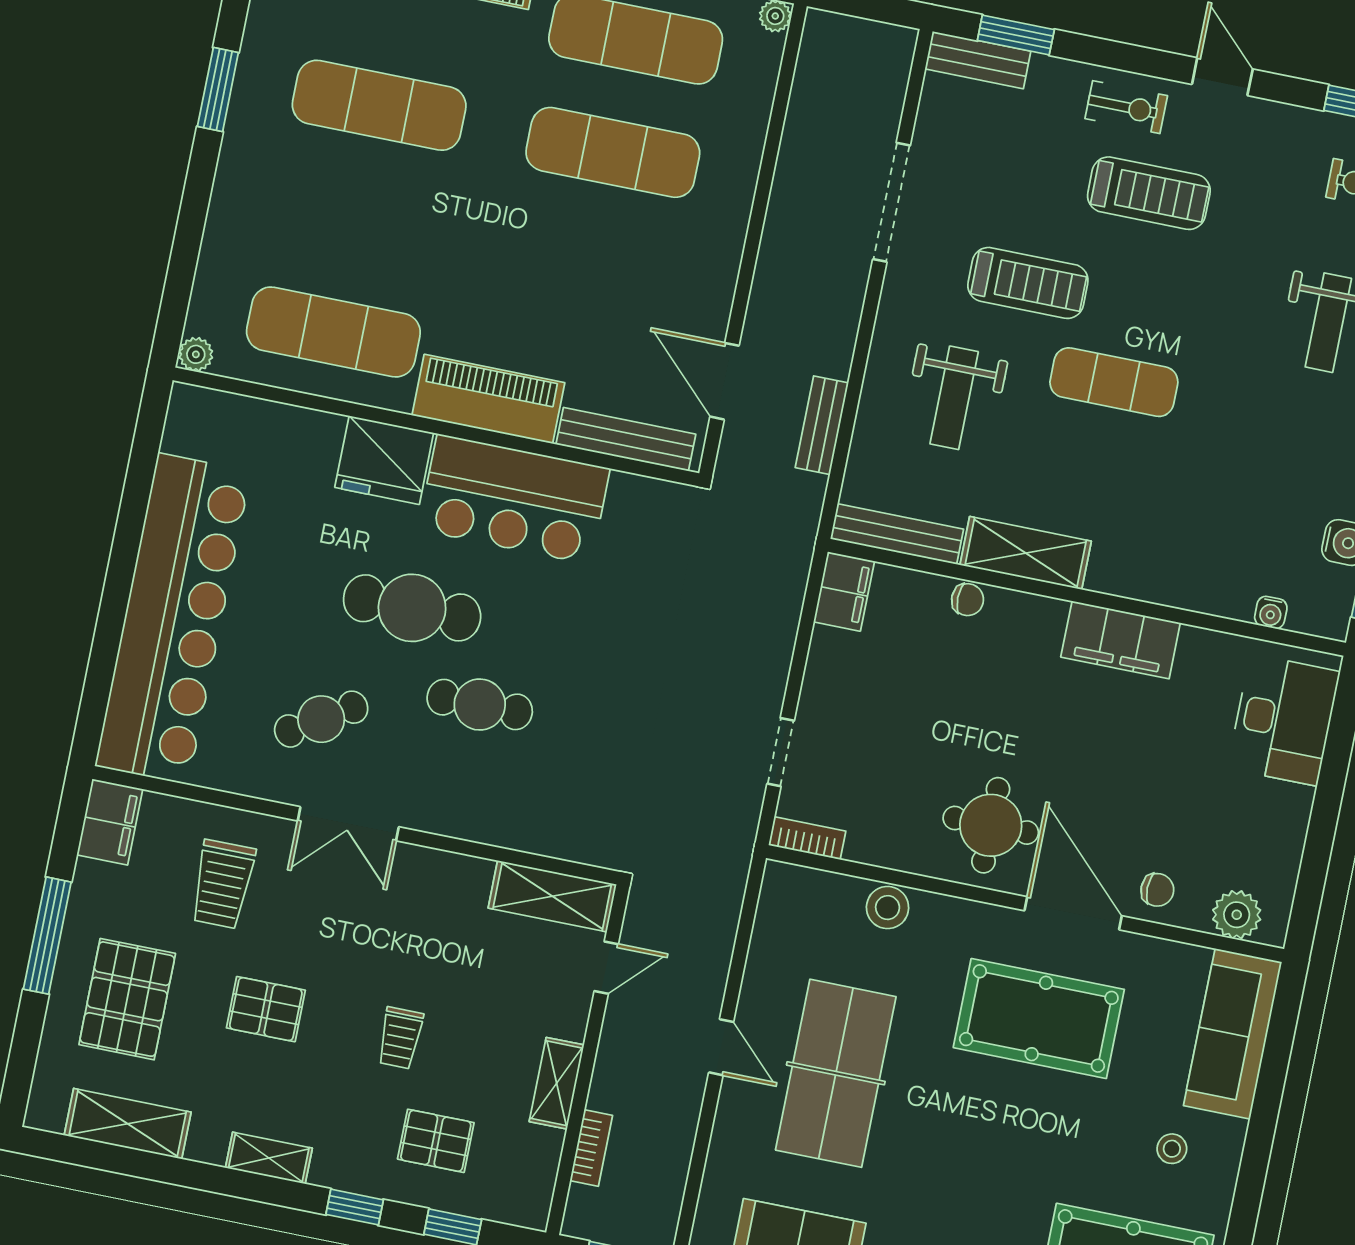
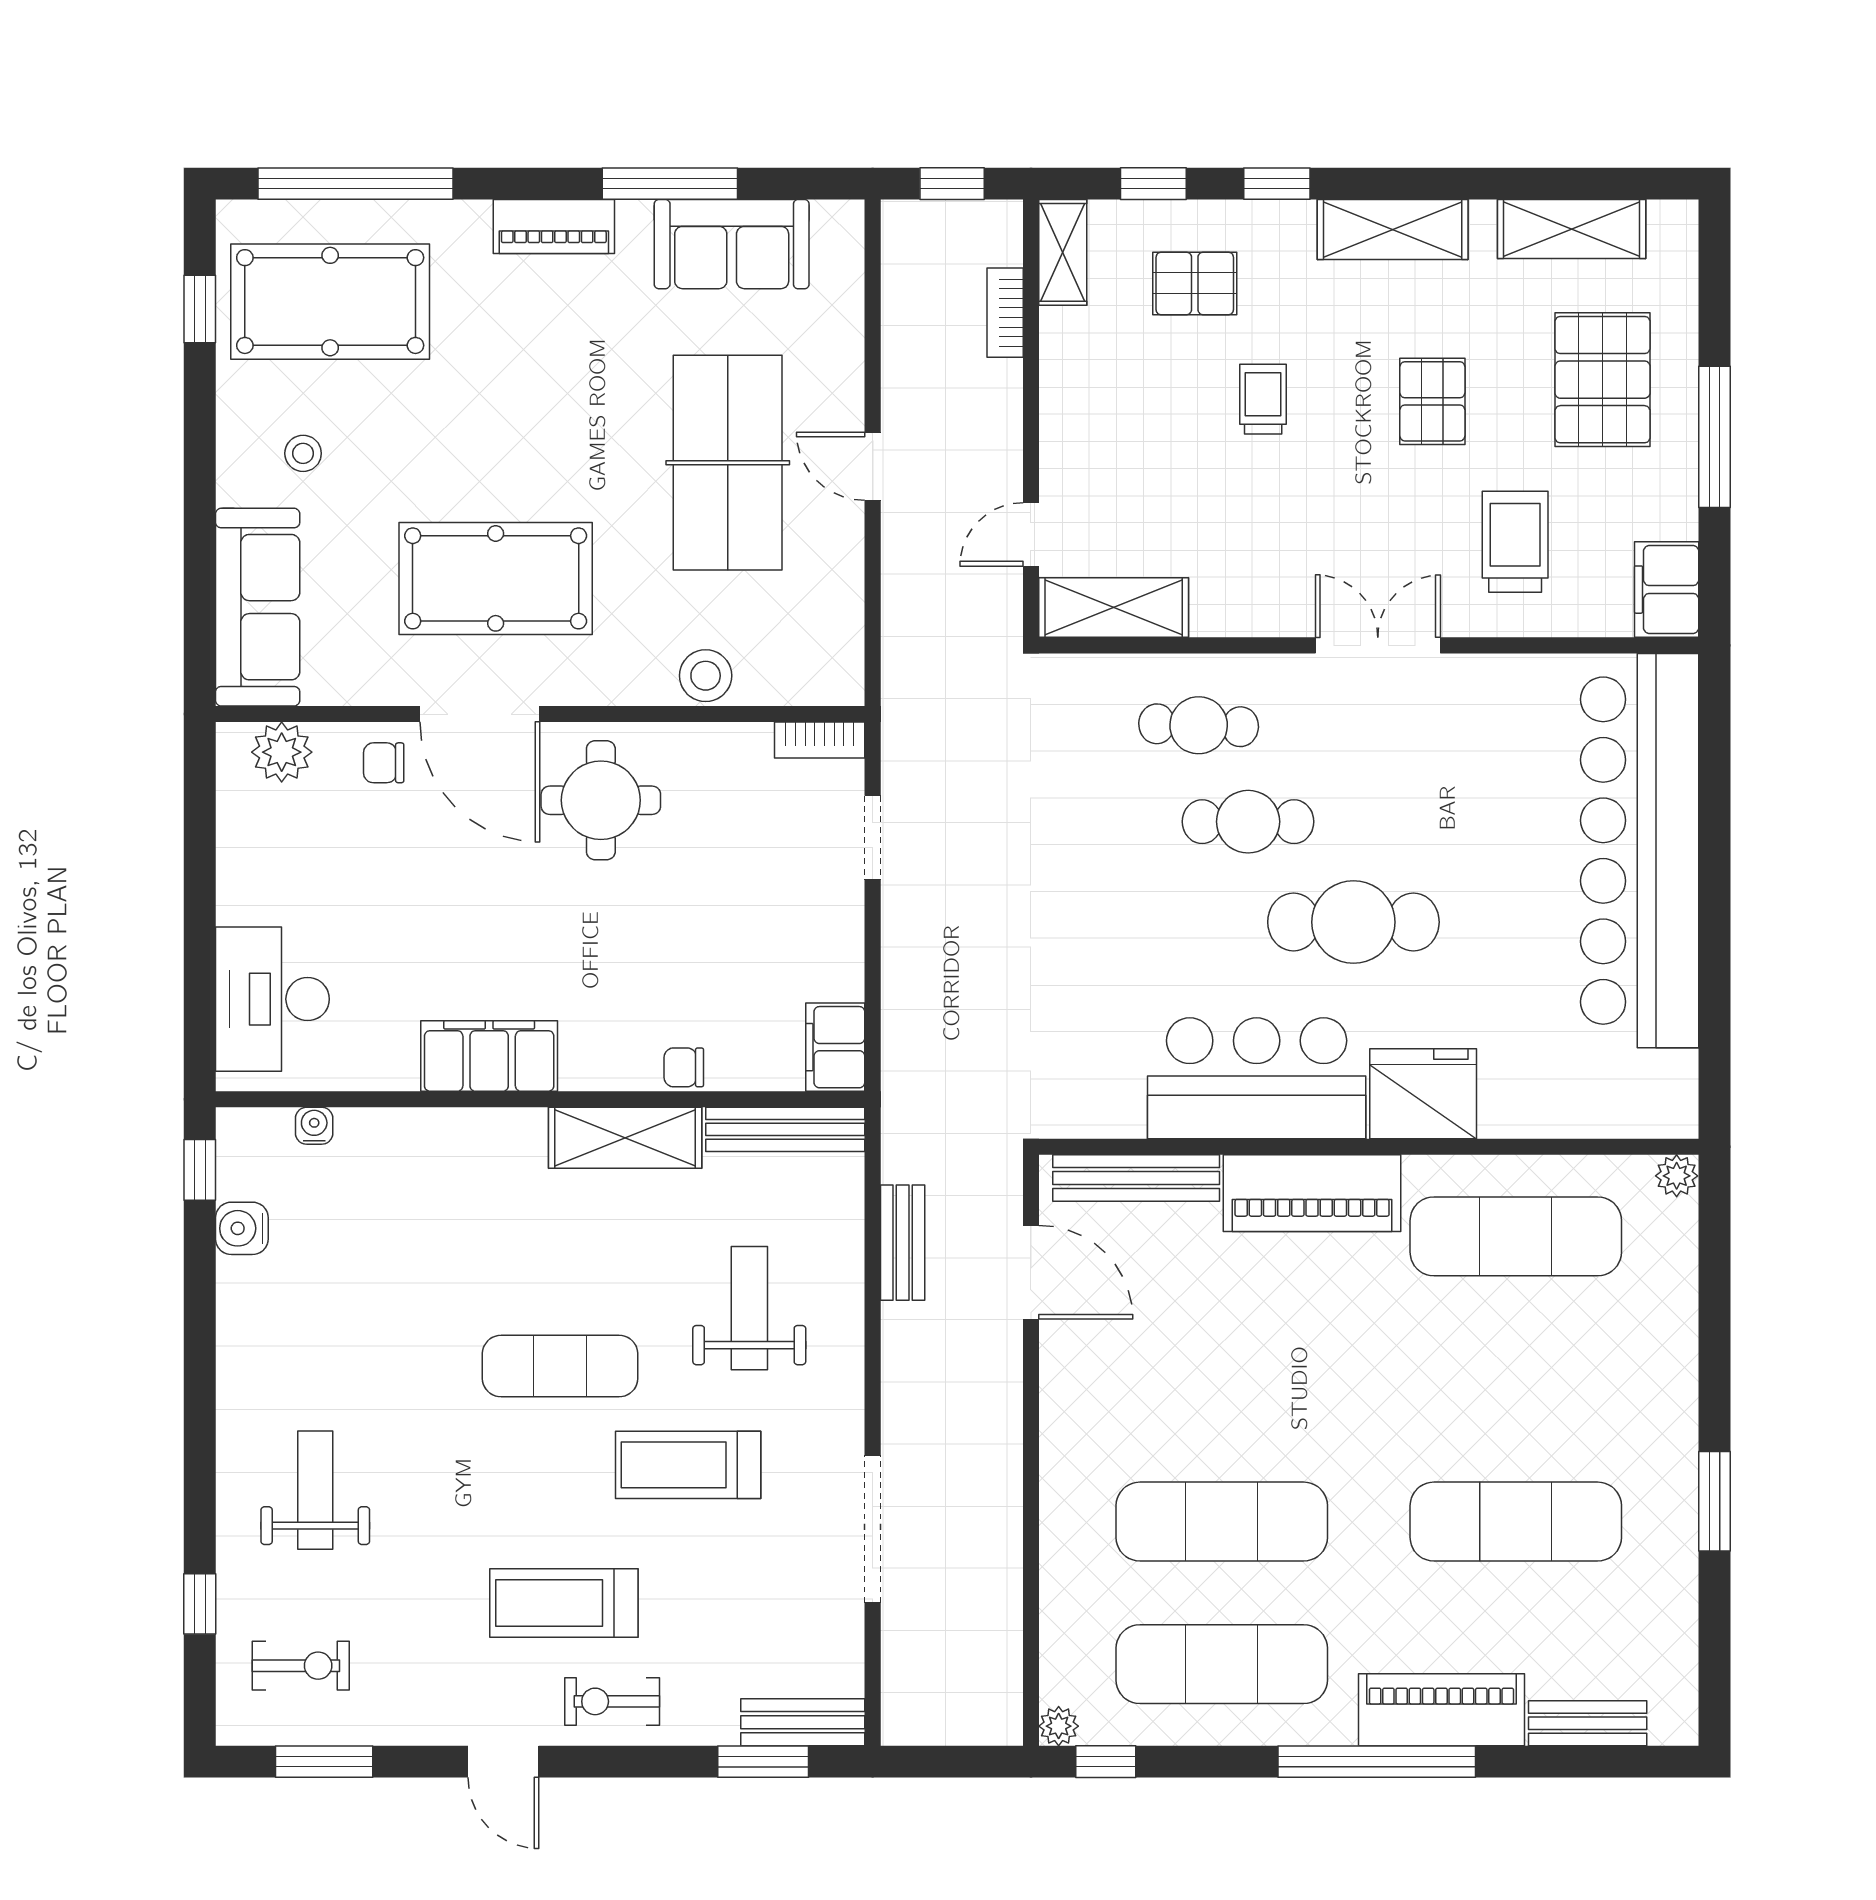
cafe table: (321, 719) -> (1199, 725), moved, turned 34
pallet: (266, 1009) -> (1432, 401), turned 90
shelving: (557, 1083) -> (1063, 252), moved
shelving: (269, 1158) -> (1393, 230), width x1.50, depth x1.33

